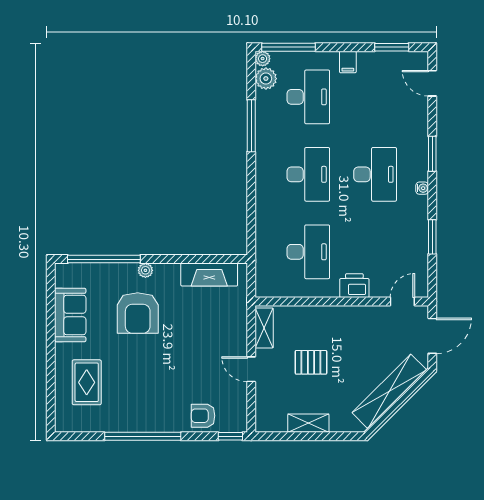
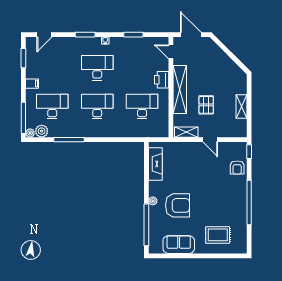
door: (251, 369) -> (210, 140), hinge flipped
shelving: (389, 391) -> (180, 90), moved, turned 45

